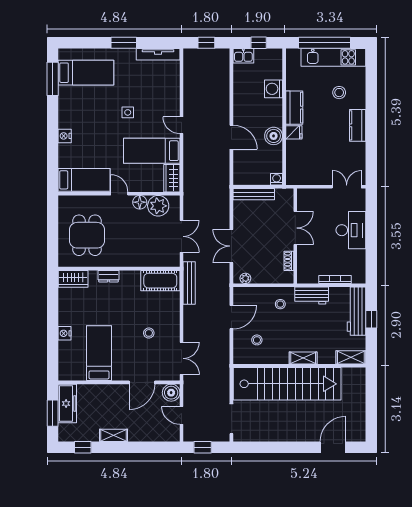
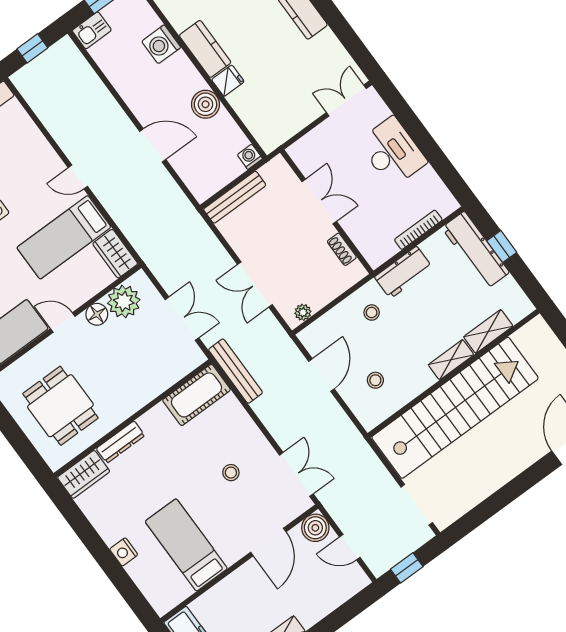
dresser: (109, 276) -> (120, 442), width x1.44
shelving: (351, 357) -> (488, 331), moved

